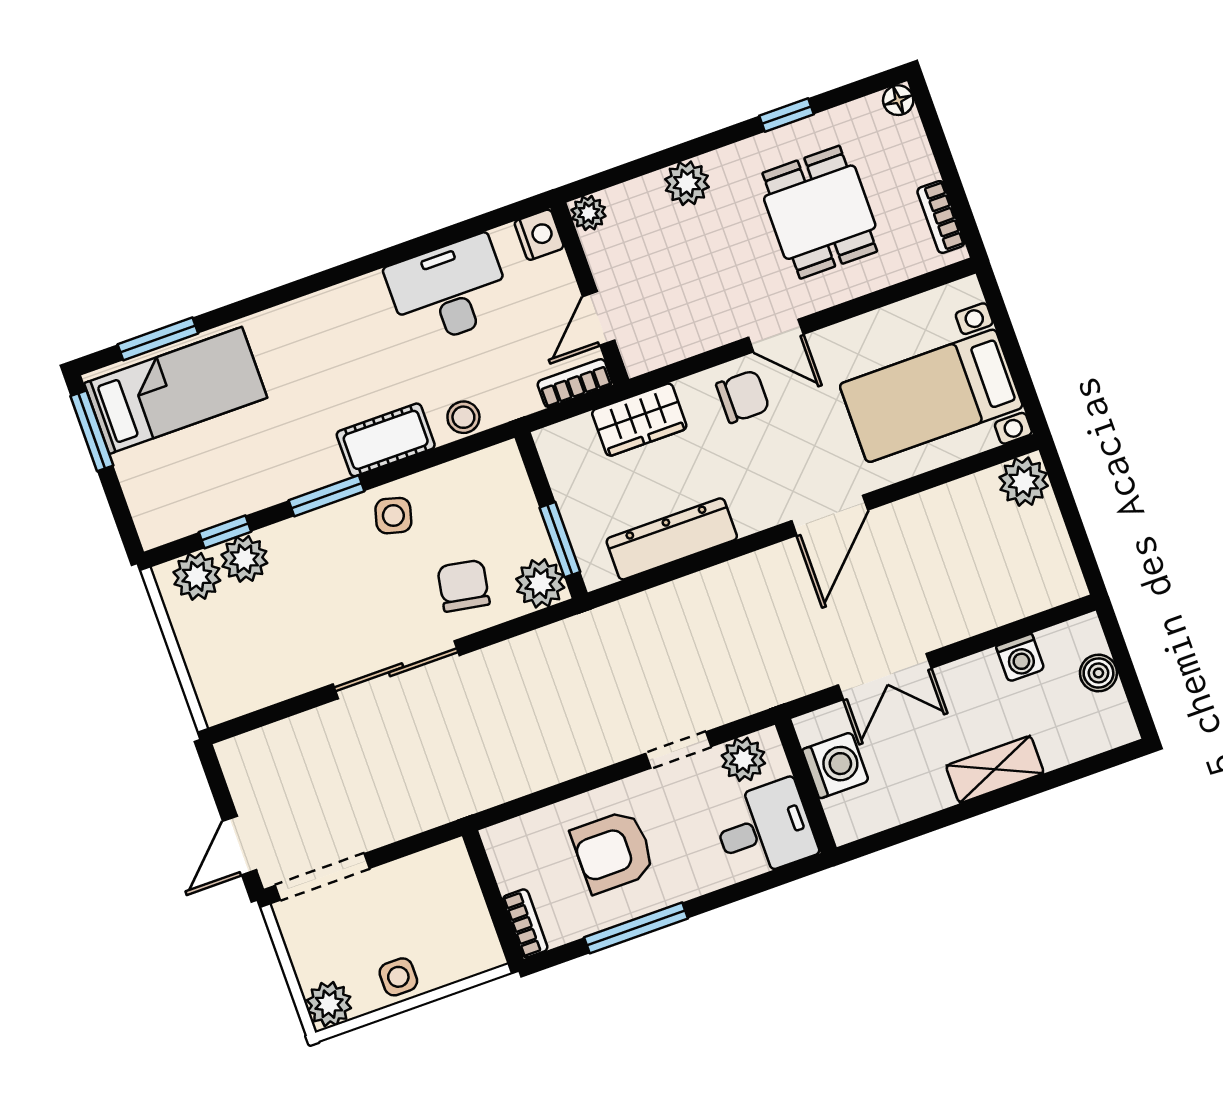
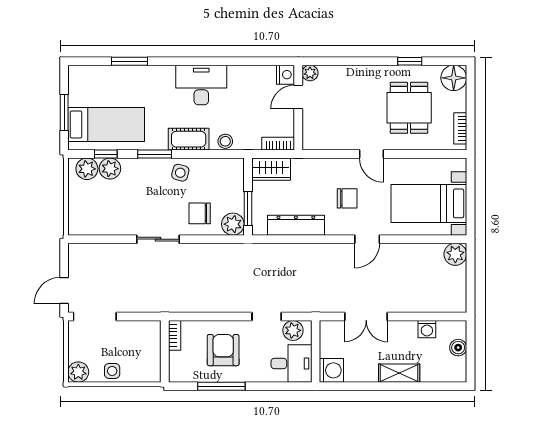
floor lamp: (898, 100) -> (454, 78), width x1.89, depth x1.89
plant: (687, 183) -> (357, 75), removed
desk: (449, 291) -> (201, 85), moved
door: (599, 318) -> (298, 97), moved
window: (158, 339) -> (130, 61), moved
bed: (176, 390) -> (106, 124), moved
chair: (743, 397) -> (347, 198), moved
wardrobe: (639, 420) -> (271, 169), moved
window: (92, 431) -> (64, 113), moved
door: (830, 515) -> (367, 239), width x0.73
chair: (463, 586) -> (200, 213), turned -100
sliding door: (396, 670) -> (158, 239), width x0.73
washing machine: (835, 765) -> (331, 370), moved
armchair: (613, 852) -> (223, 350), turned 90
bookcase: (525, 923) -> (175, 335), moved

